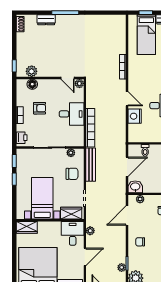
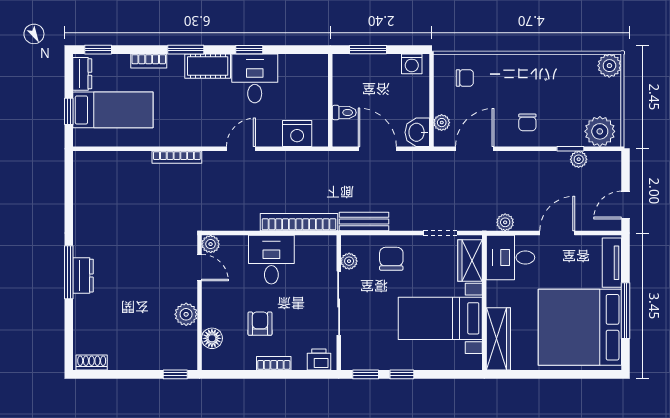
dresser: (46, 20) -> (83, 276), moved
plant: (32, 71) -> (186, 314), moved
door: (68, 78) -> (199, 268), hinge flipped
nightstand: (135, 116) -> (297, 133), moved
bench: (91, 165) -> (364, 222), width x0.73
door: (127, 216) -> (475, 149), swing flipped
wardrobe: (27, 227) -> (498, 339), width x1.50
door: (85, 257) -> (557, 233), hinge flipped

